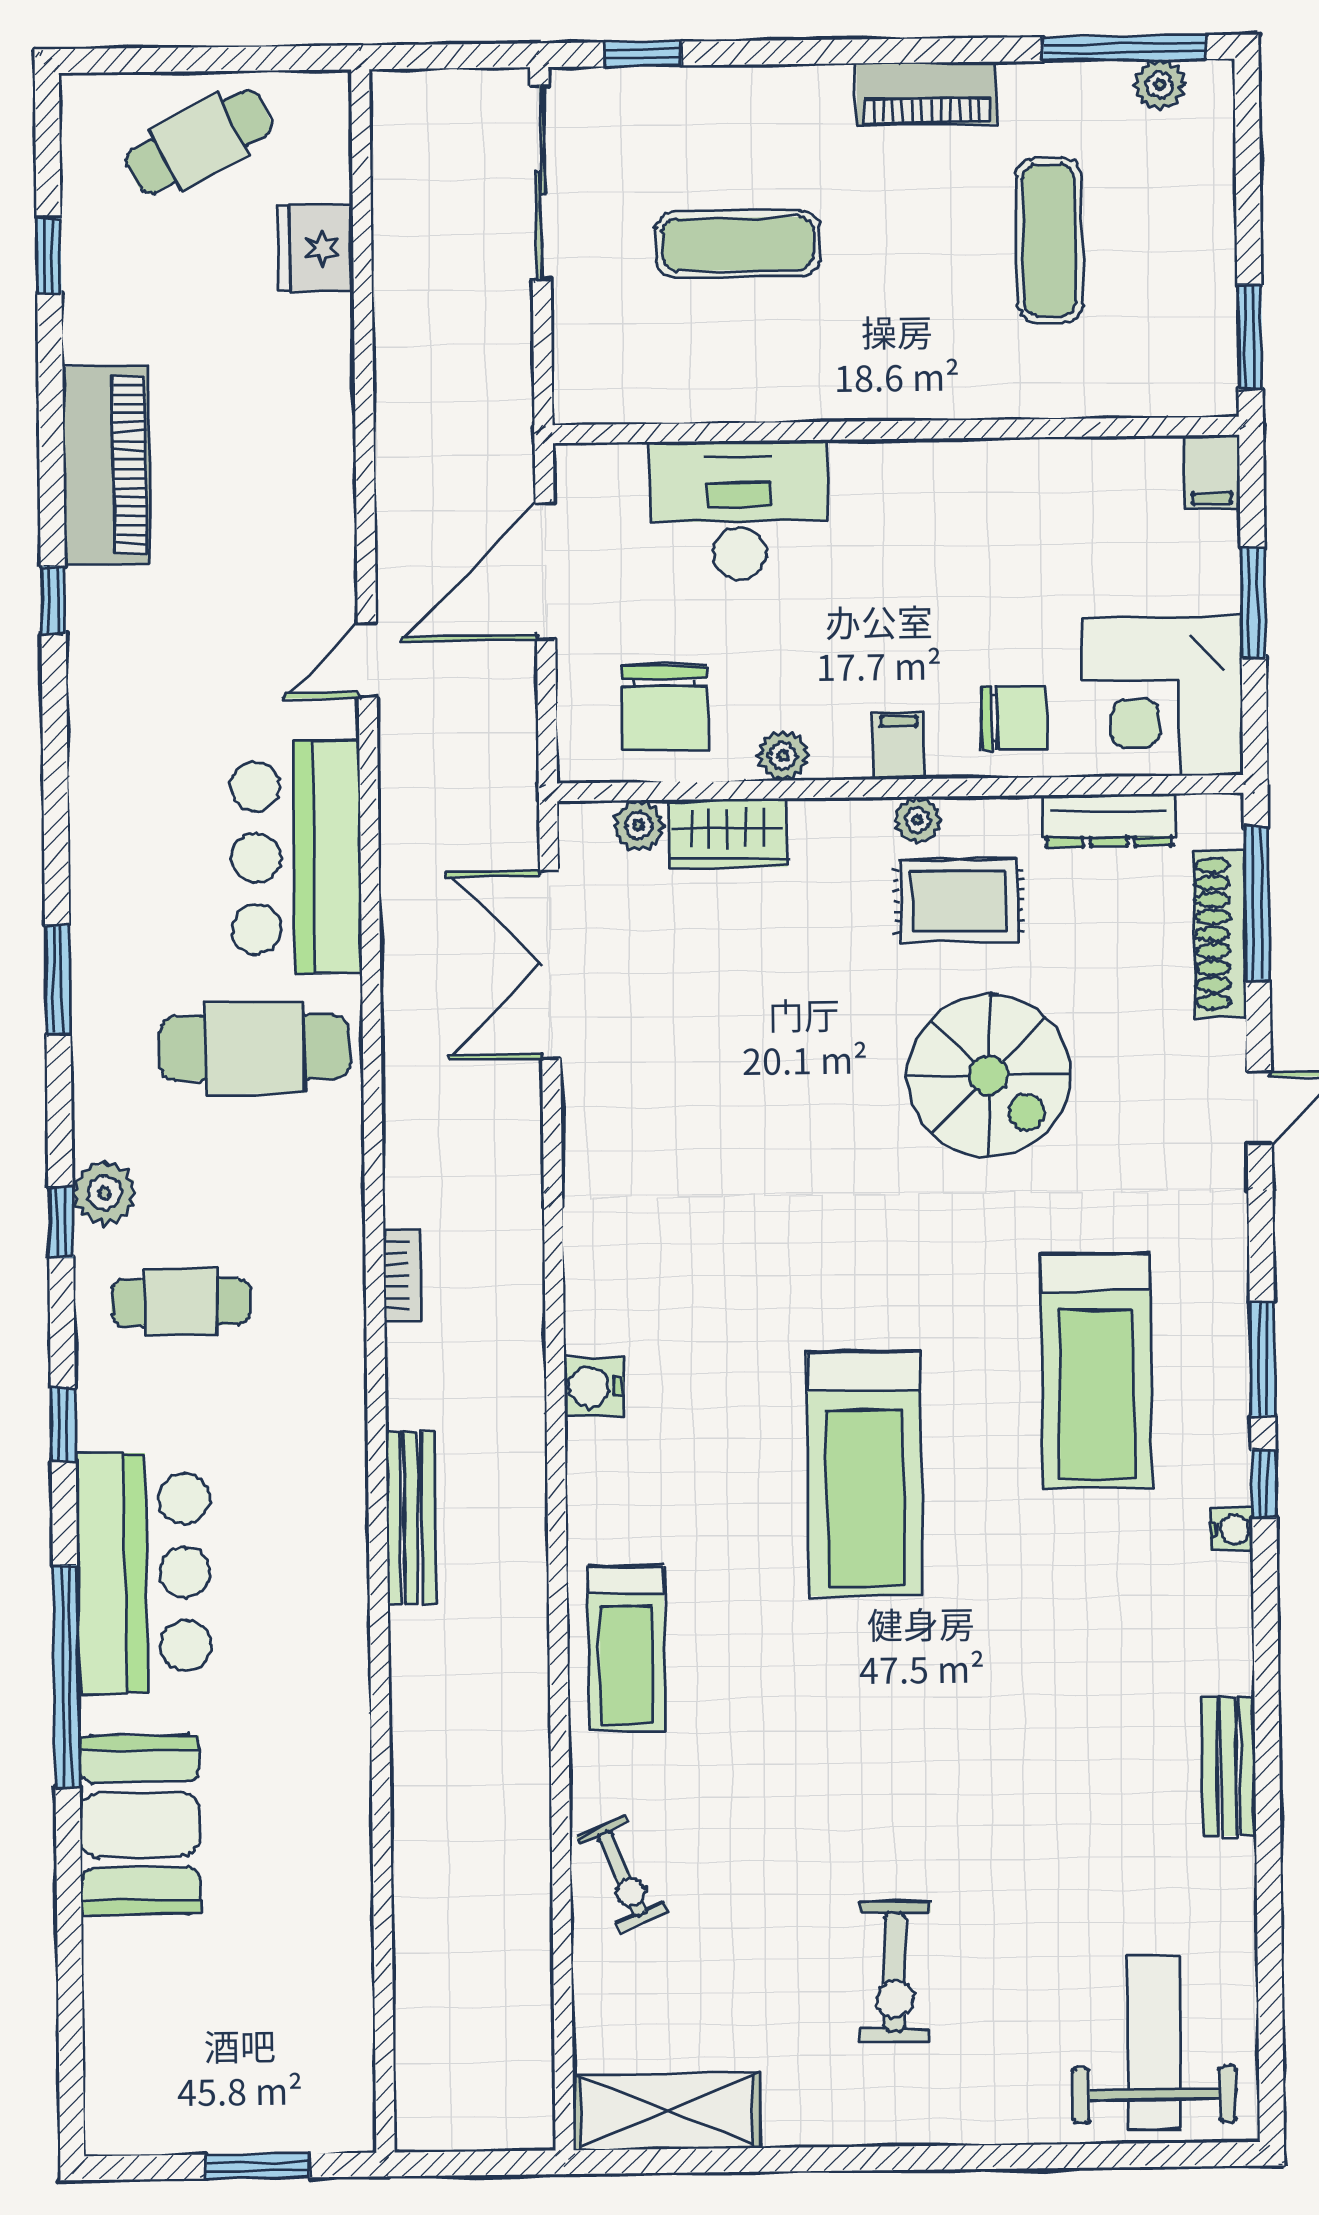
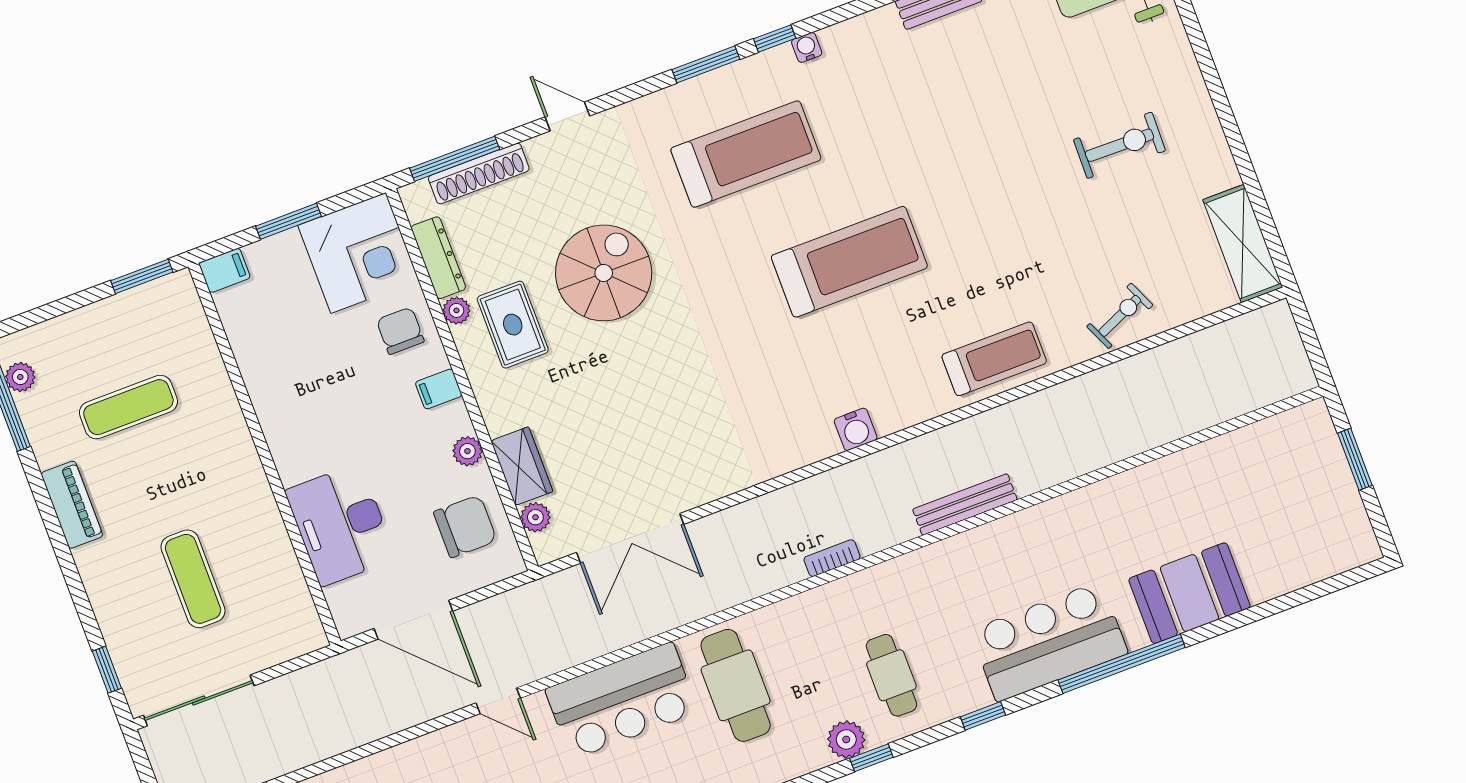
plant: (917, 820) -> (456, 310), moved

